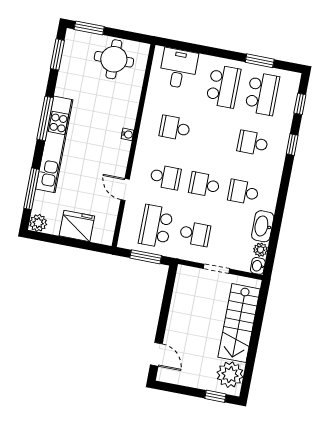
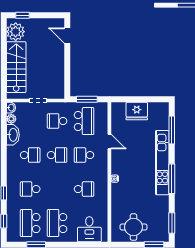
school desk: (253, 143) -> (30, 189), turned 180
plant: (38, 223) -> (163, 108), removed

